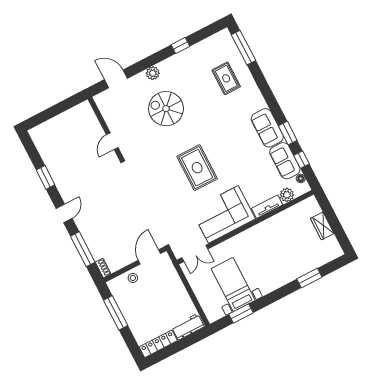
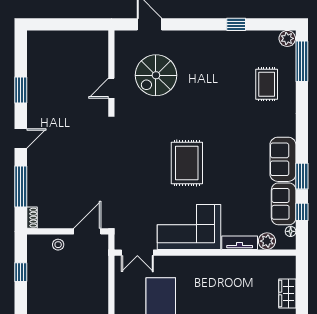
plant: (153, 73) -> (287, 38), moved
spiral stairs: (166, 109) -> (156, 75), moved, turned -90
window: (116, 313) -> (21, 272), width x0.46

